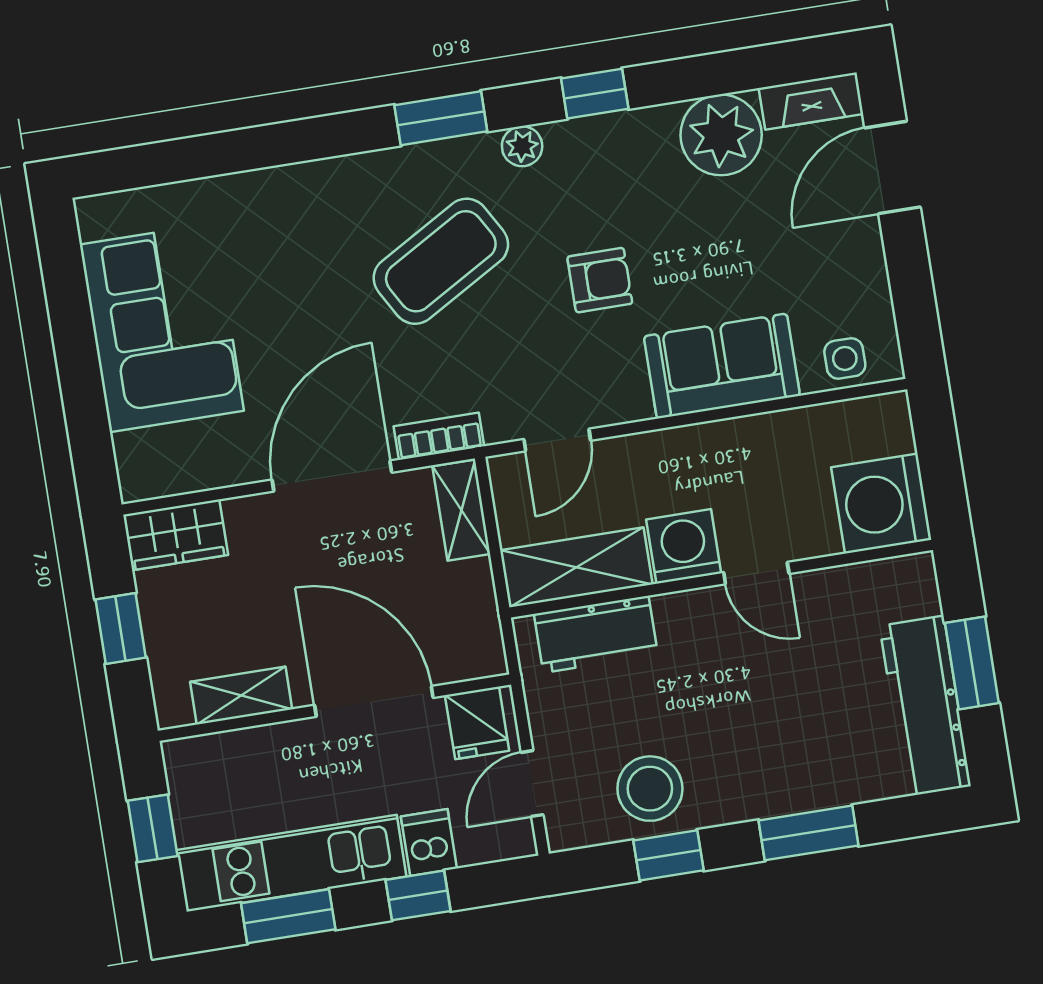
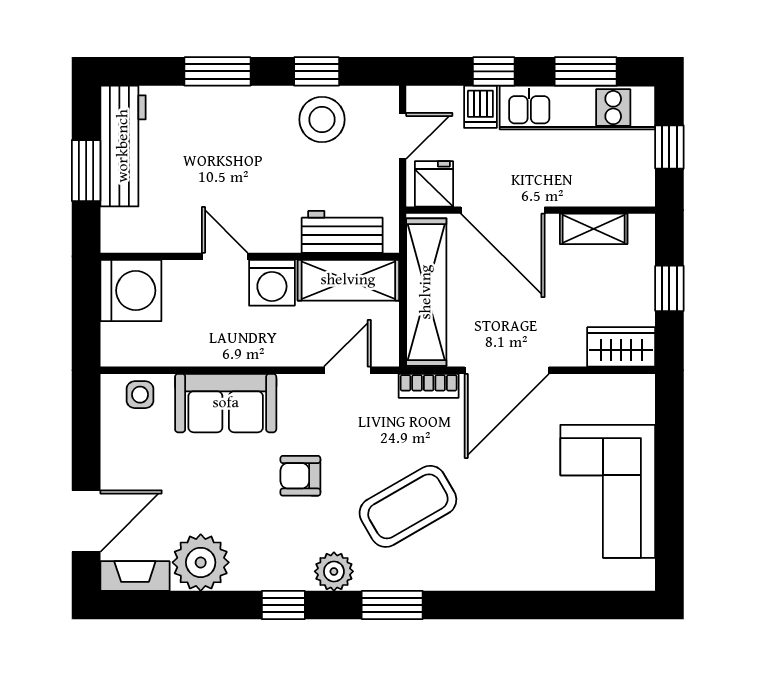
plant: (522, 146) -> (334, 571), width x1.38, depth x1.38
shelving: (461, 510) -> (426, 292), width x2.20, depth x1.33

